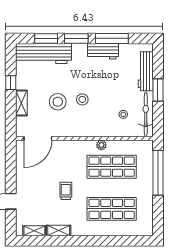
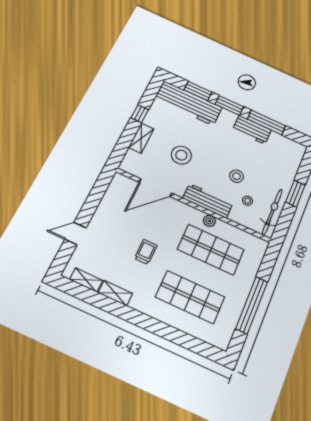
workbench: (146, 71) -> (208, 201), moved, turned 90
stool: (82, 99) -> (236, 176), moved
door: (38, 138) -> (155, 188), moved
window: (158, 173) -> (252, 305), moved

